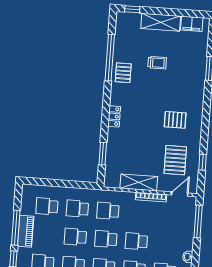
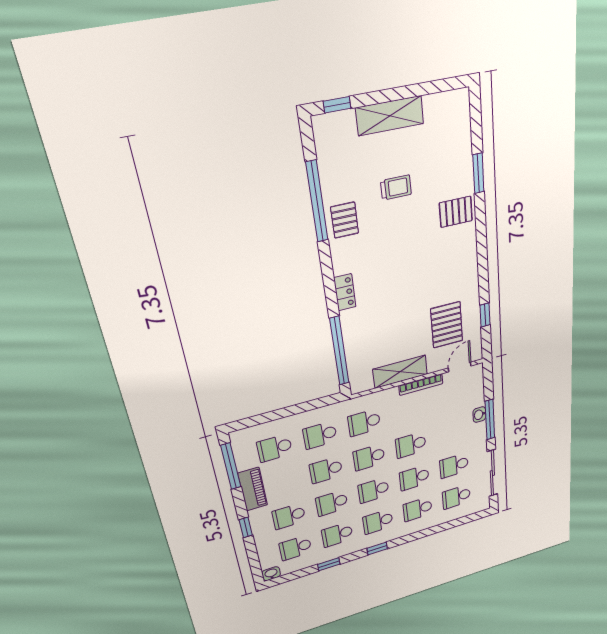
filing cabinet: (192, 24) -> (441, 105), removed
pallet: (175, 120) -> (456, 212), moved
window: (103, 154) -> (339, 351), width x2.11
window: (198, 222) -> (490, 420), moved
window: (16, 228) -> (231, 466), moved
washbasin: (188, 257) -> (479, 415), moved

